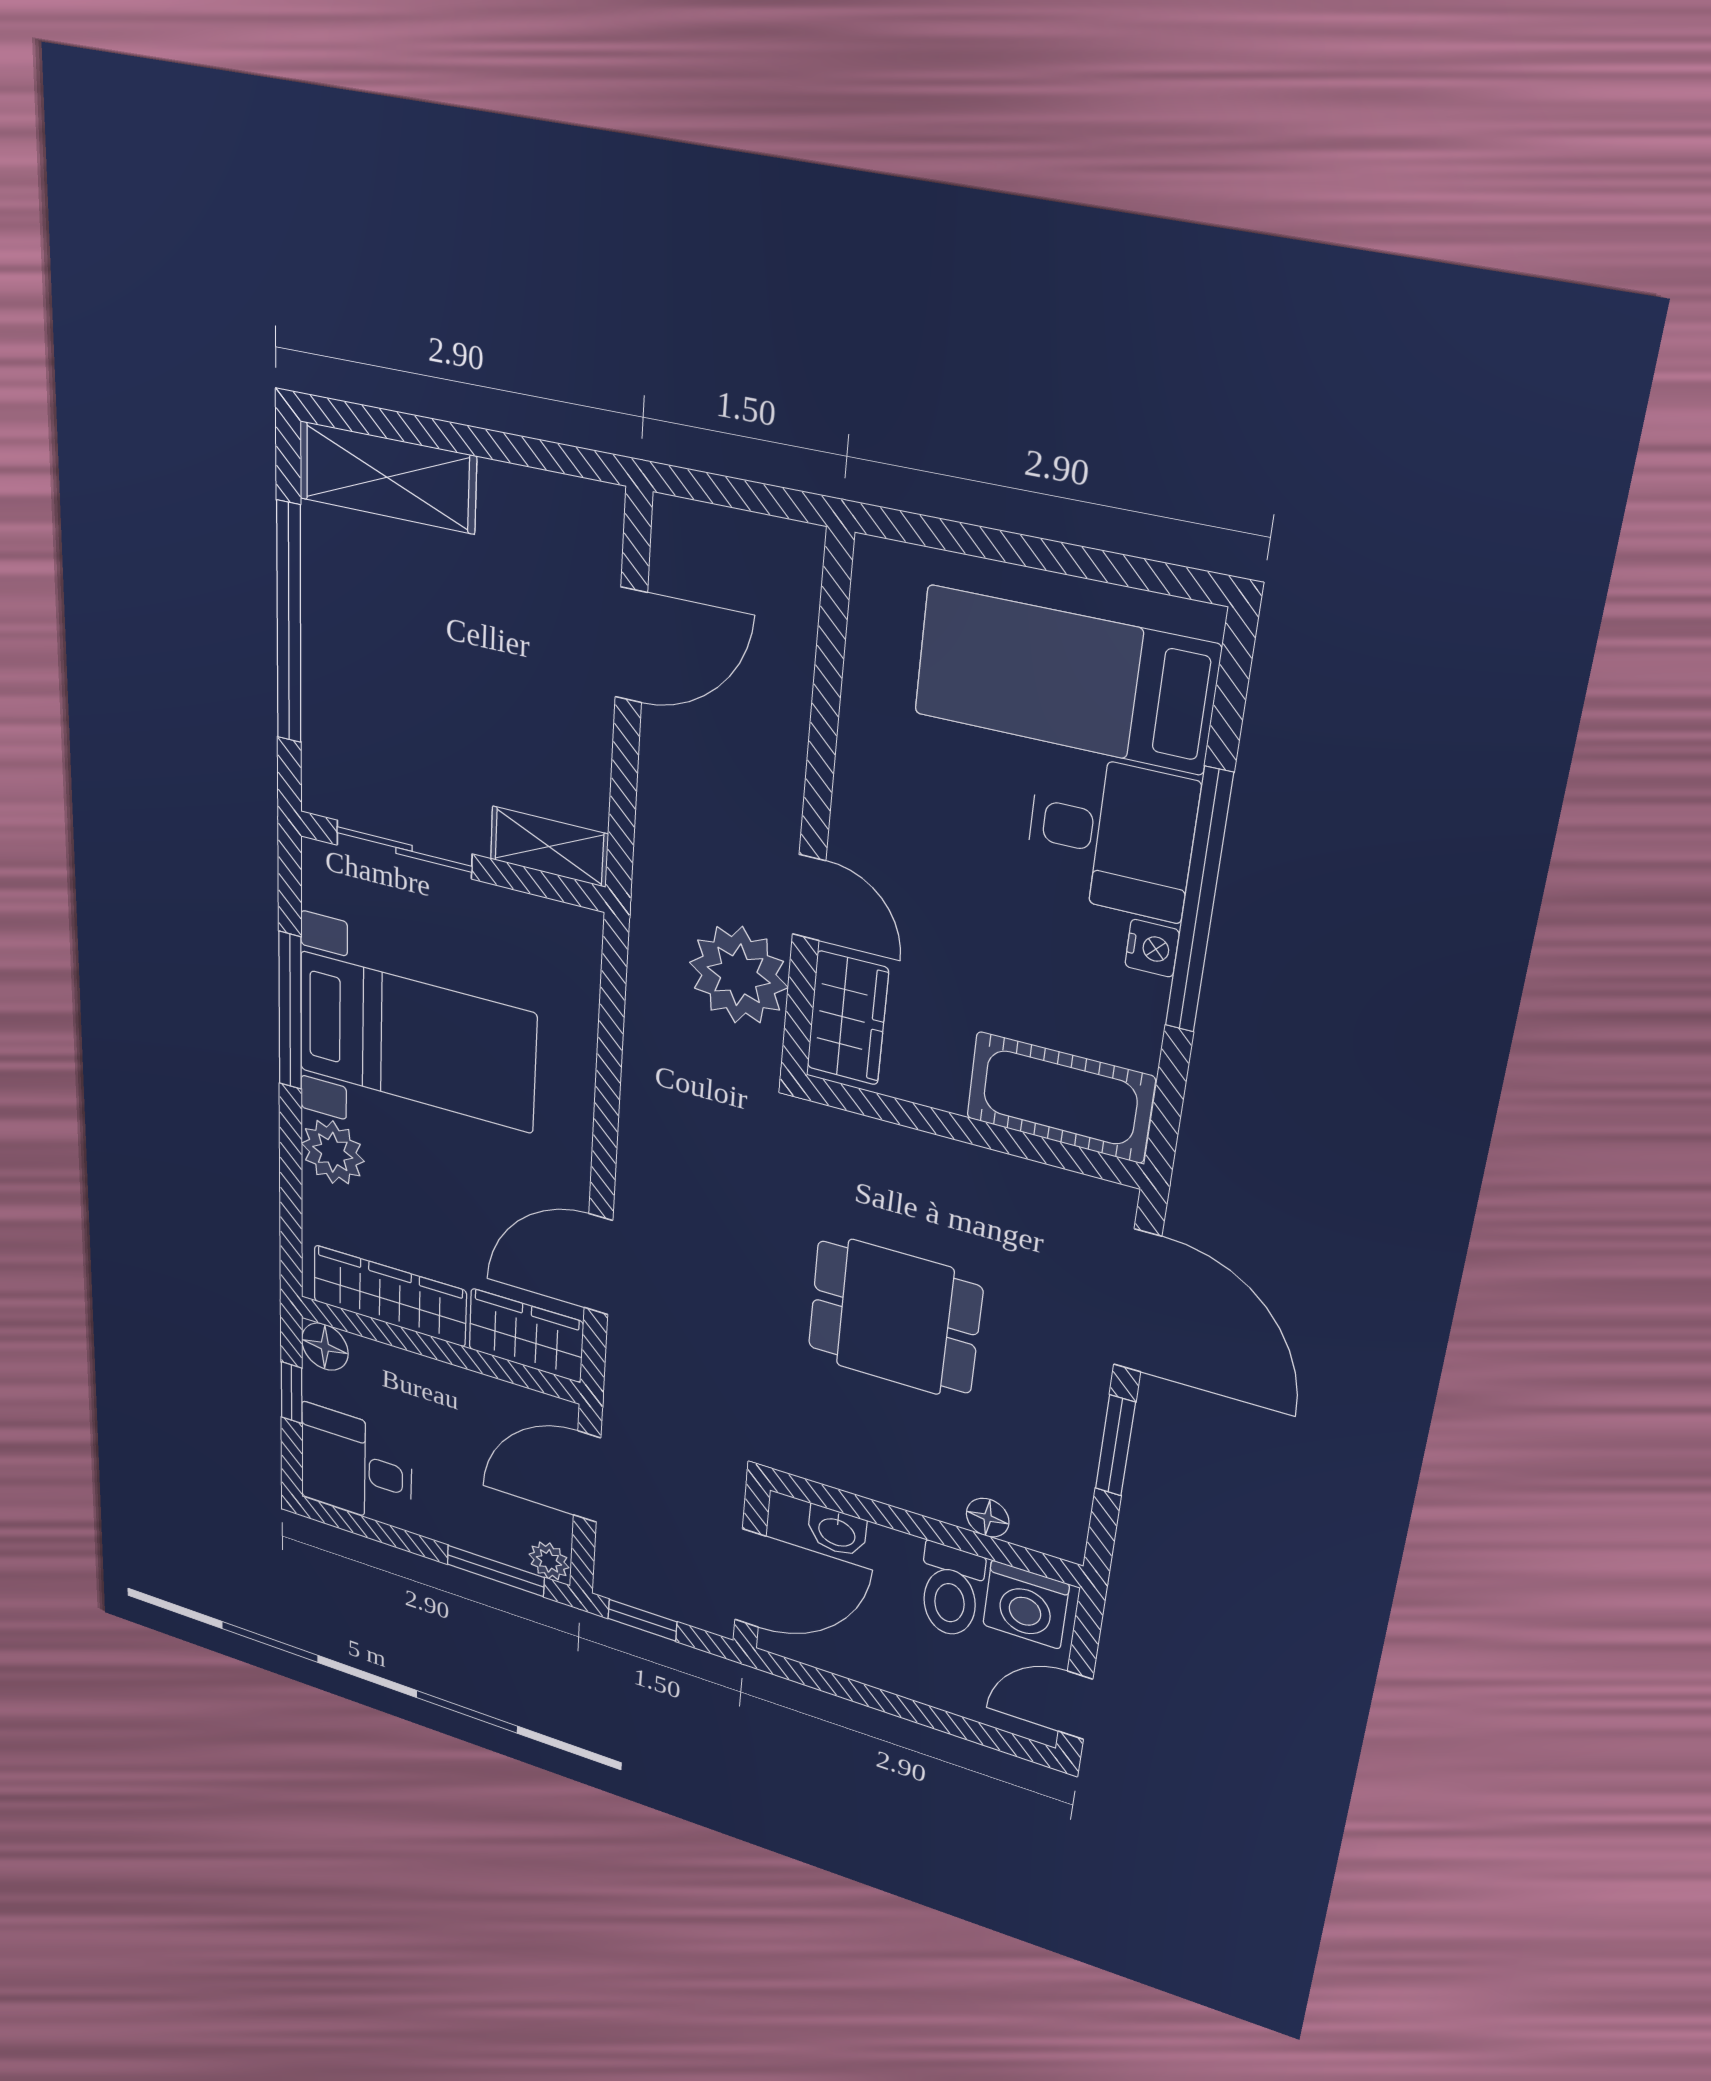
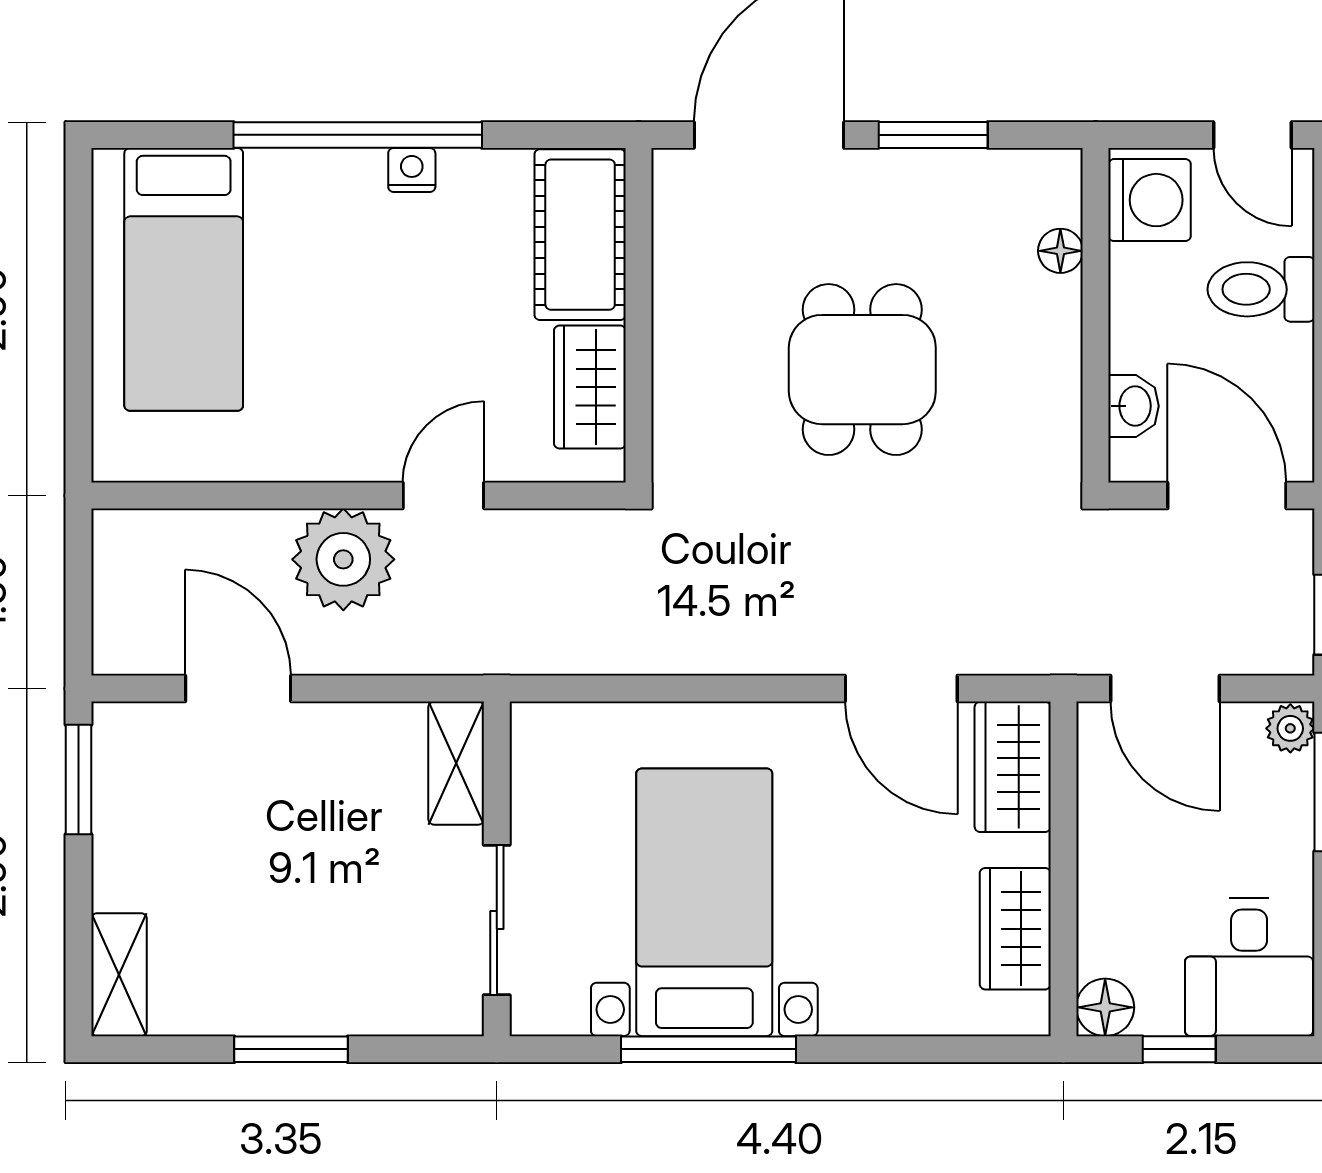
window: (549, 456) -> (78, 779), added
shelving: (387, 477) -> (119, 975), width x0.67, depth x0.75
window: (289, 623) -> (291, 1049), width x0.47
desk: (1111, 836) -> (316, 221), removed
plant: (739, 975) -> (343, 559), moved
wardrobe: (848, 1018) -> (590, 387), moved, turned -90
plant: (333, 1152) -> (860, 999), removed
wardrobe: (390, 1296) -> (1015, 929), width x0.67
toilet: (951, 1591) -> (1261, 289), moved, turned 180

